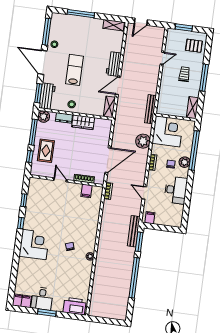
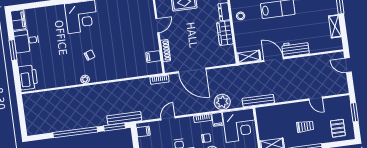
shelving: (114, 25) -> (335, 26), moved
filing cabinet: (157, 150) -> (217, 119), added

